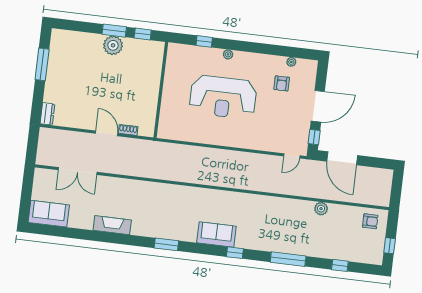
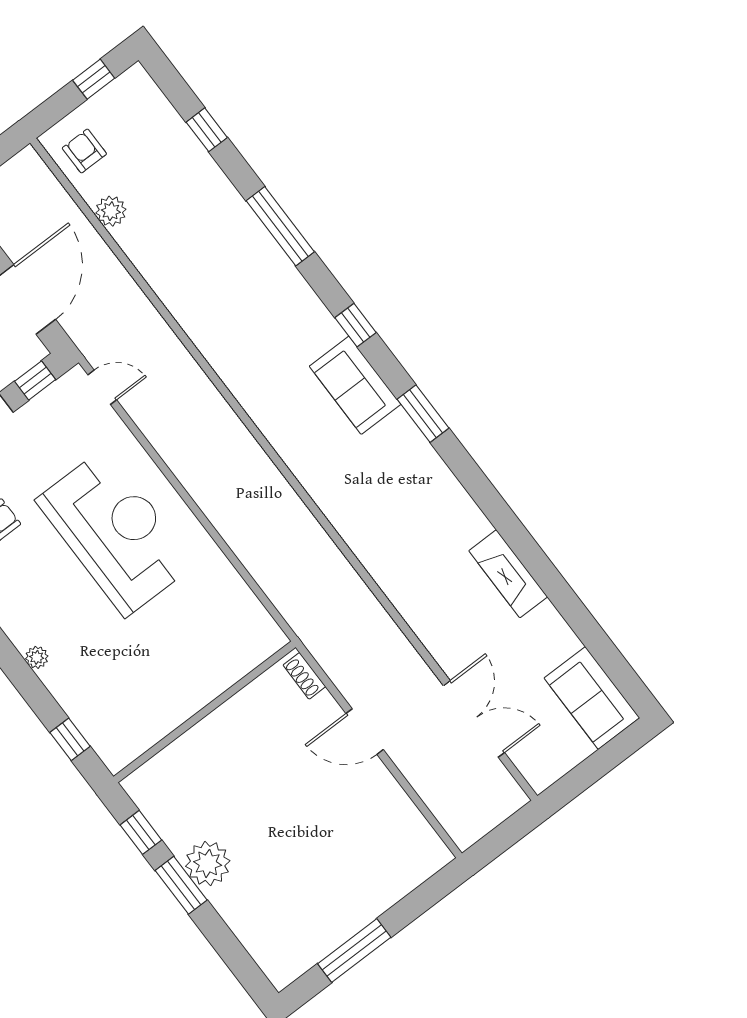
window: (204, 41) -> (70, 739), moved
reception desk: (223, 97) -> (115, 532), moved
dresser: (47, 114) -> (428, 862), removed
shoe rack: (128, 130) -> (304, 676), moved
door: (107, 133) -> (365, 732), hinge flipped
plant: (321, 209) -> (111, 211), moved
window: (166, 244) -> (423, 414), moved

